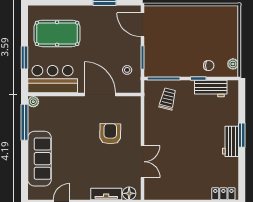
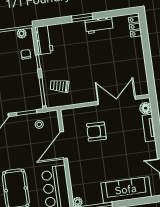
workbench: (211, 88) -> (44, 40), moved
workbench: (231, 141) -> (99, 25), moved
double door: (142, 162) -> (117, 100), width x1.37

